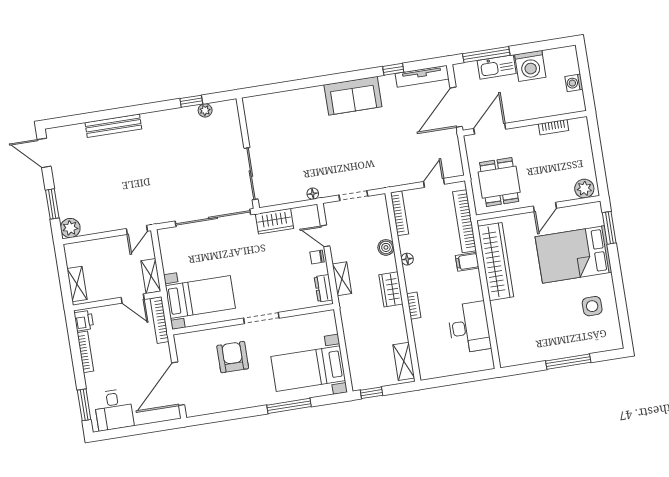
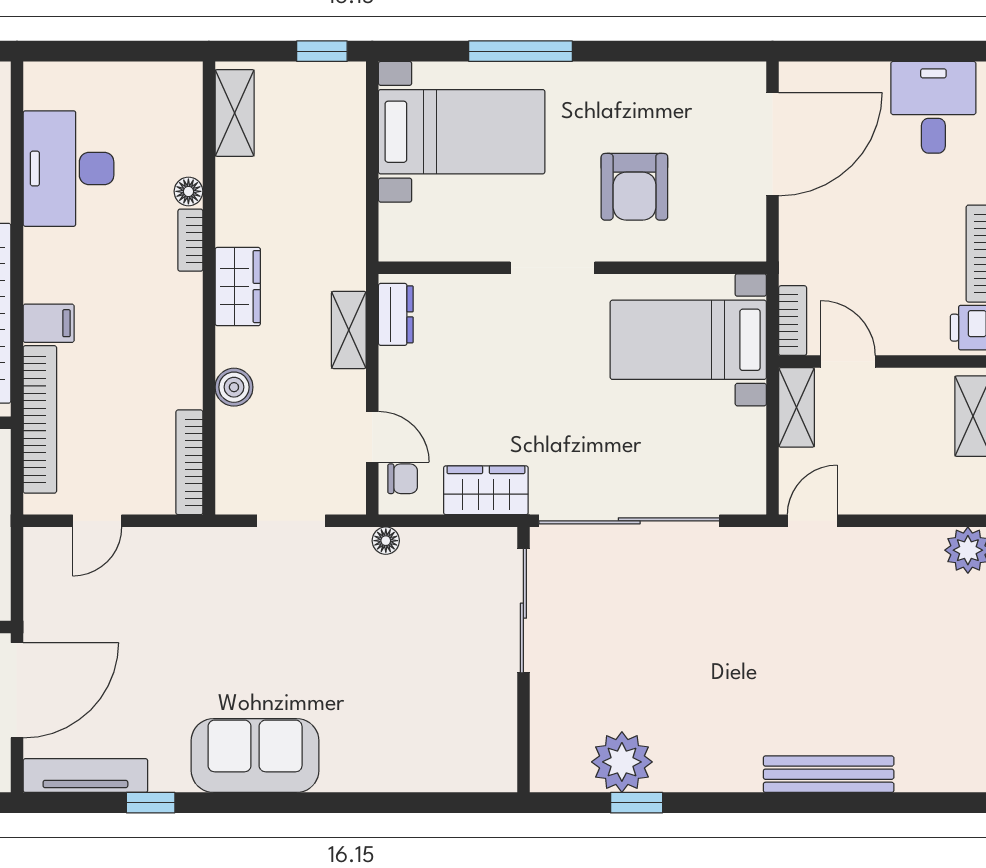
plant: (205, 110) -> (622, 762), width x1.88, depth x1.88
chair: (317, 257) -> (403, 479), moved
floor lamp: (407, 259) -> (188, 191), moved
bookcase: (159, 320) -> (793, 321), width x0.64

